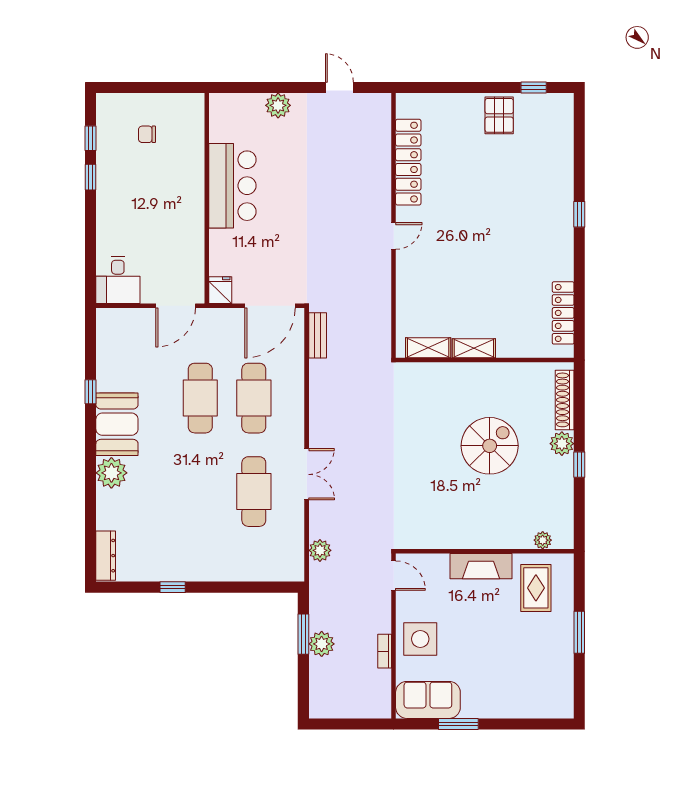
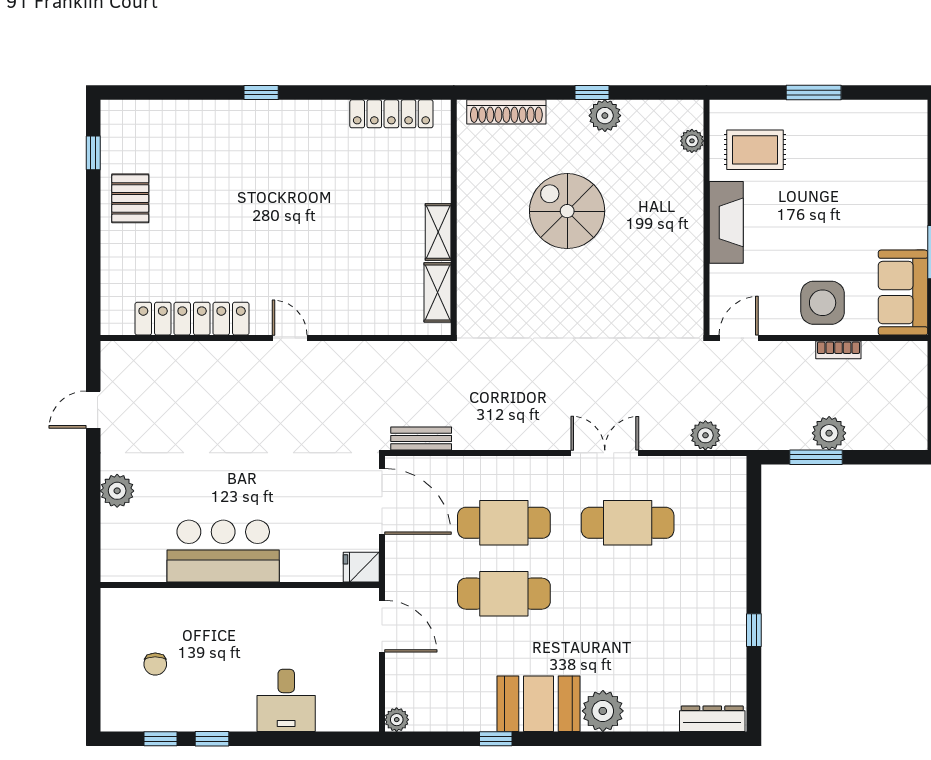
pallet: (499, 115) -> (130, 198), turned 90
desk: (118, 280) -> (286, 700), moved, turned 90
plant: (105, 317) -> (397, 720), added
plant: (562, 444) -> (605, 116), moved

